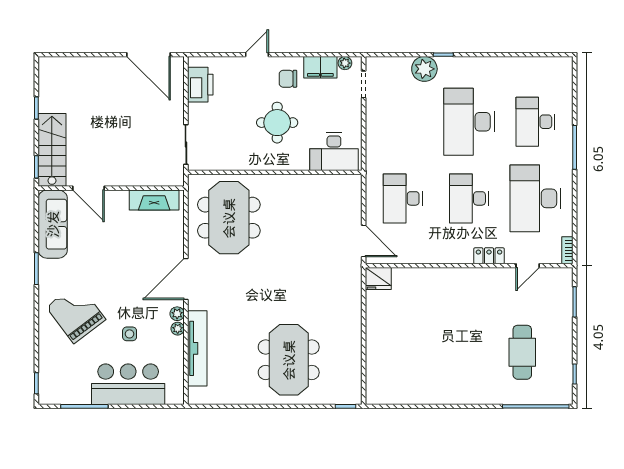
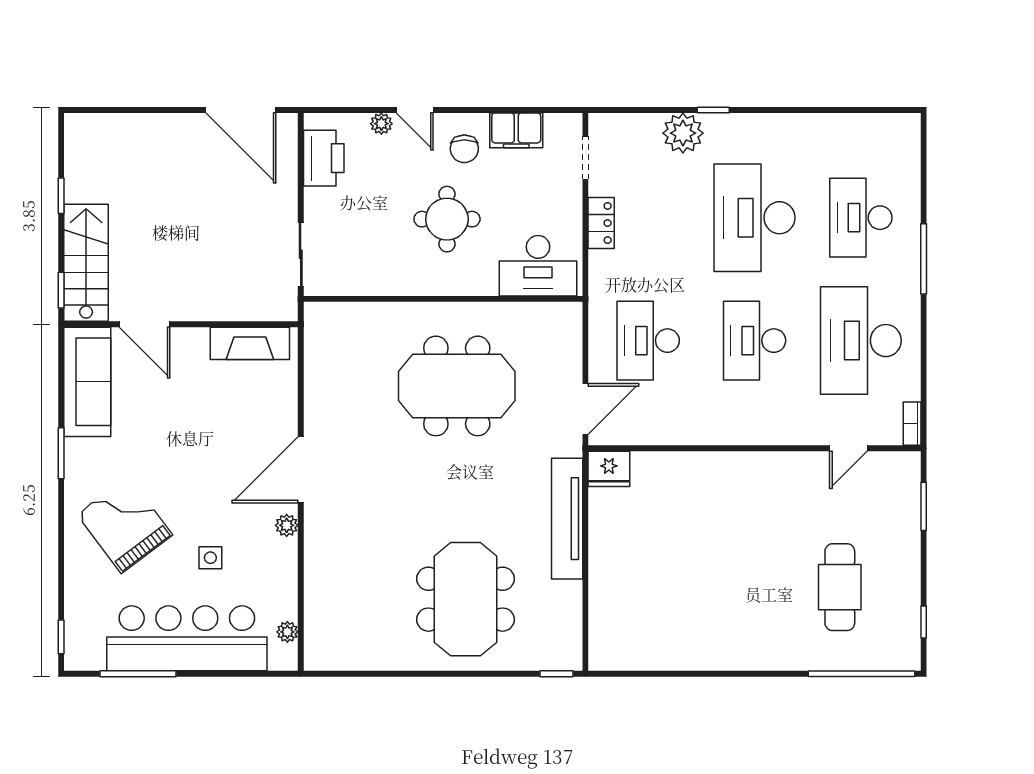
door: (257, 55) -> (415, 110), swing flipped
plant: (345, 63) -> (381, 124), moved
chair: (288, 79) -> (464, 149), turned -90
meeting table: (229, 218) -> (457, 386), moved, turned 90
door: (364, 241) -> (585, 409), hinge flipped
locker: (489, 256) -> (601, 223), moved, turned 90
plant: (178, 329) -> (287, 632), moved
tv unit: (197, 348) -> (567, 519), moved, turned 180
bar counter: (128, 384) -> (187, 638), width x1.36

